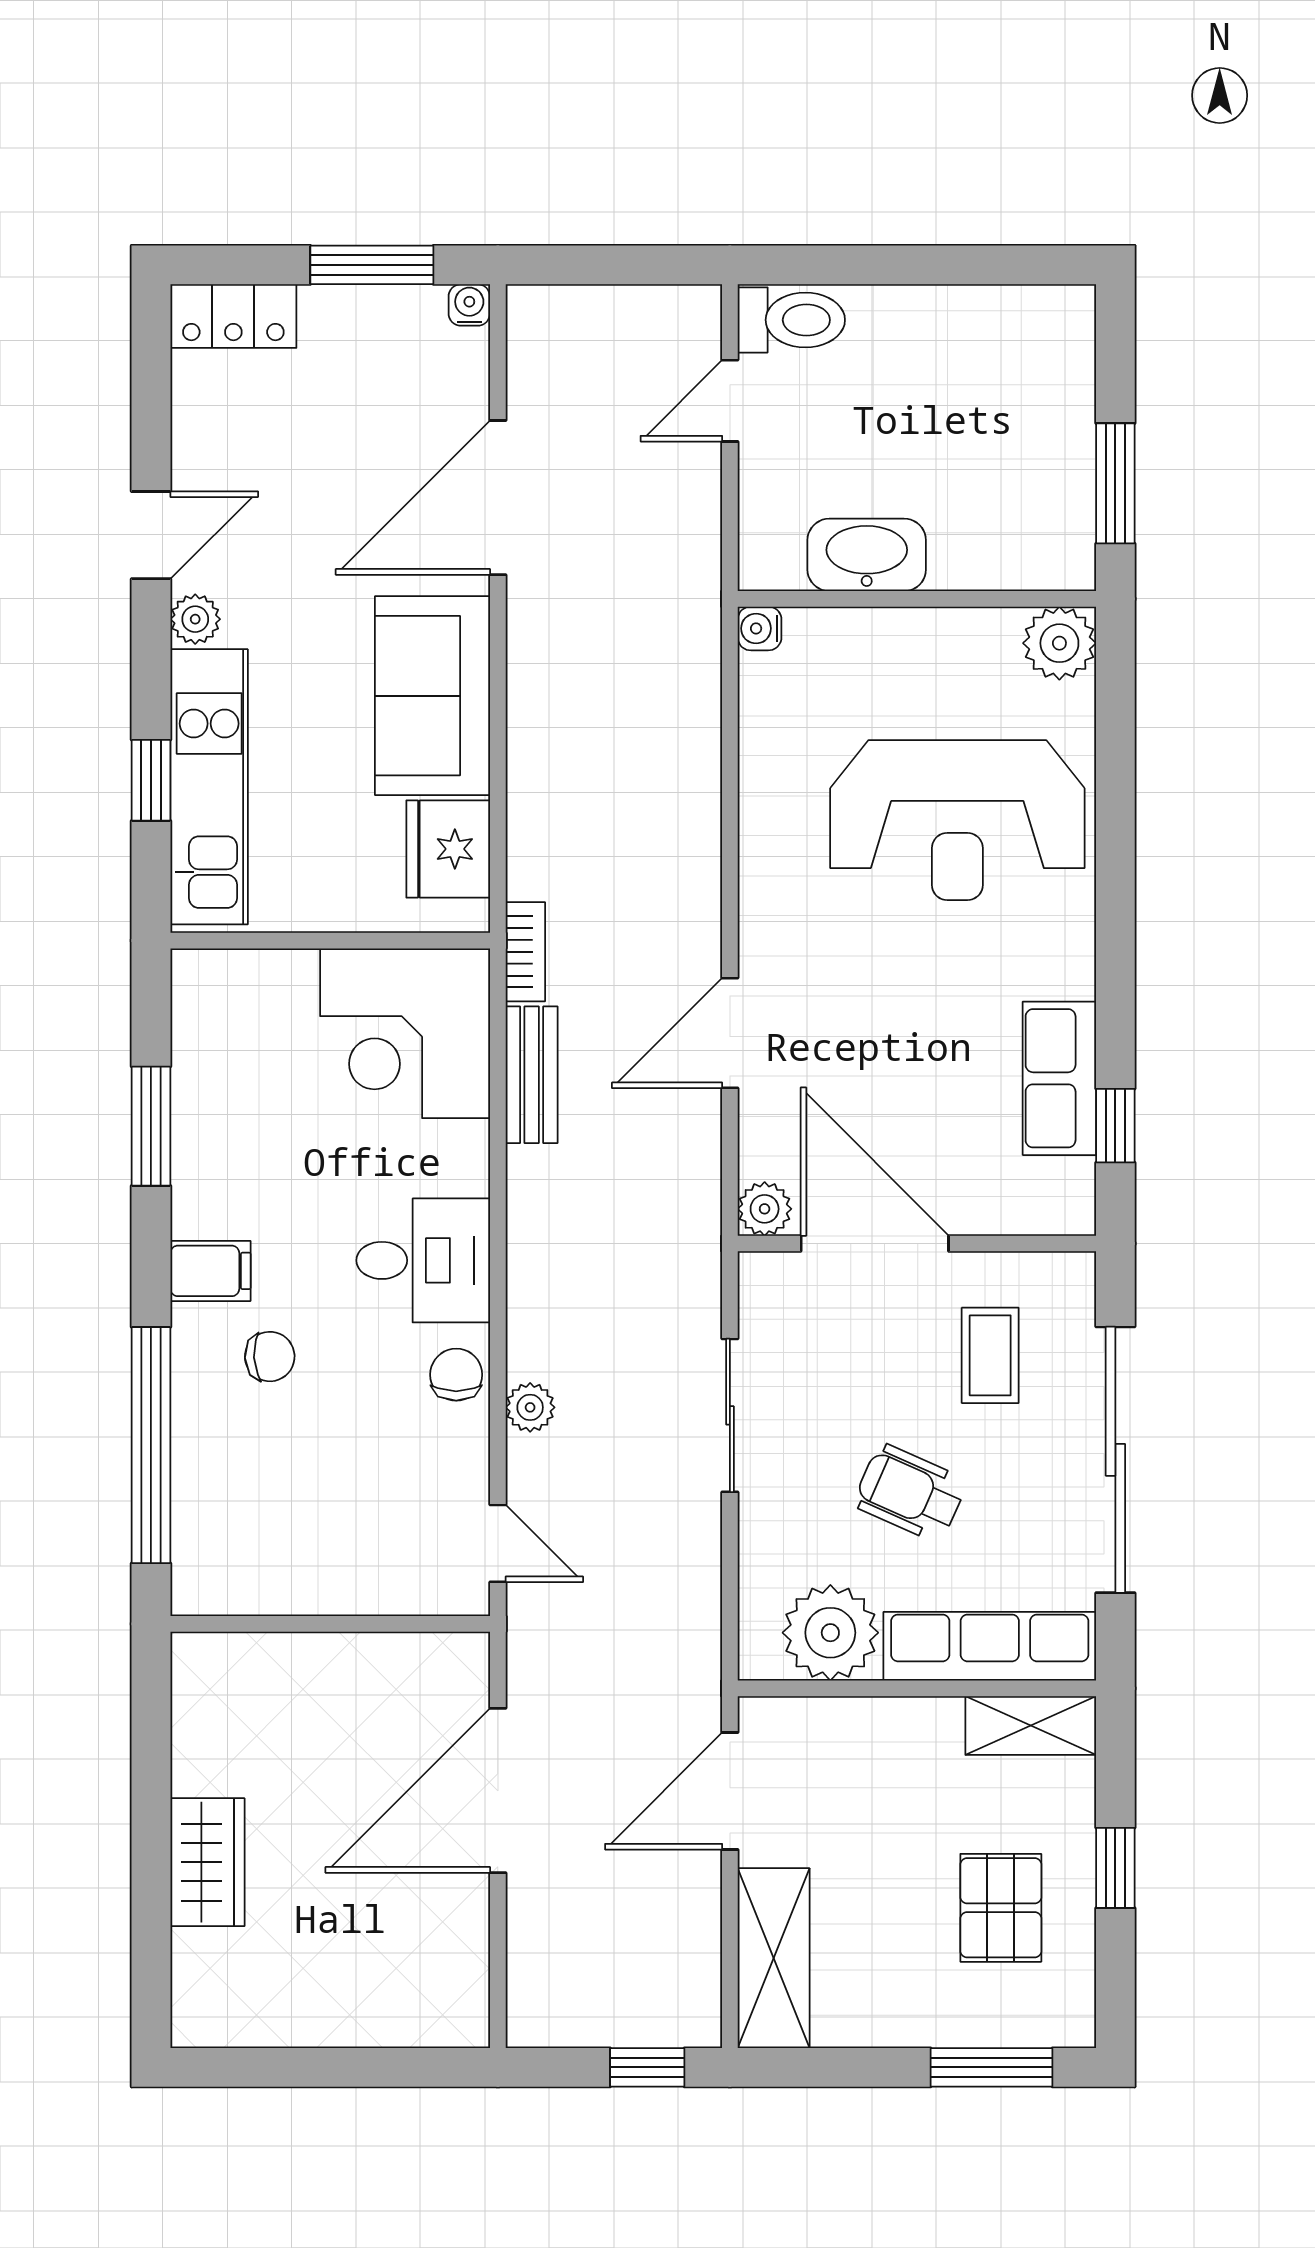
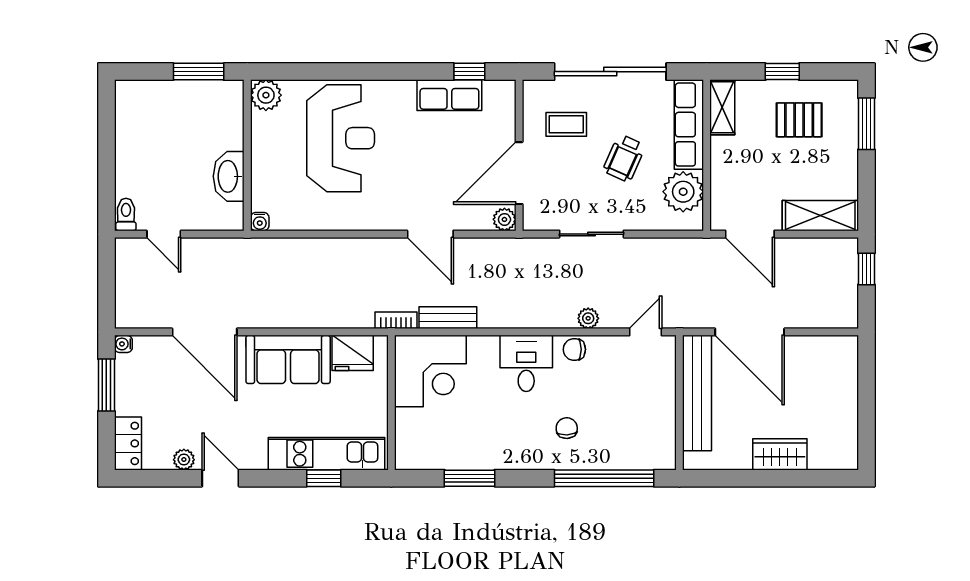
toilet: (791, 320) -> (126, 214), width x0.73, depth x0.72
plant: (195, 619) -> (184, 460), moved
filing cabinet: (210, 1271) -> (531, 453), removed
bench: (353, 1666) -> (697, 393), added

